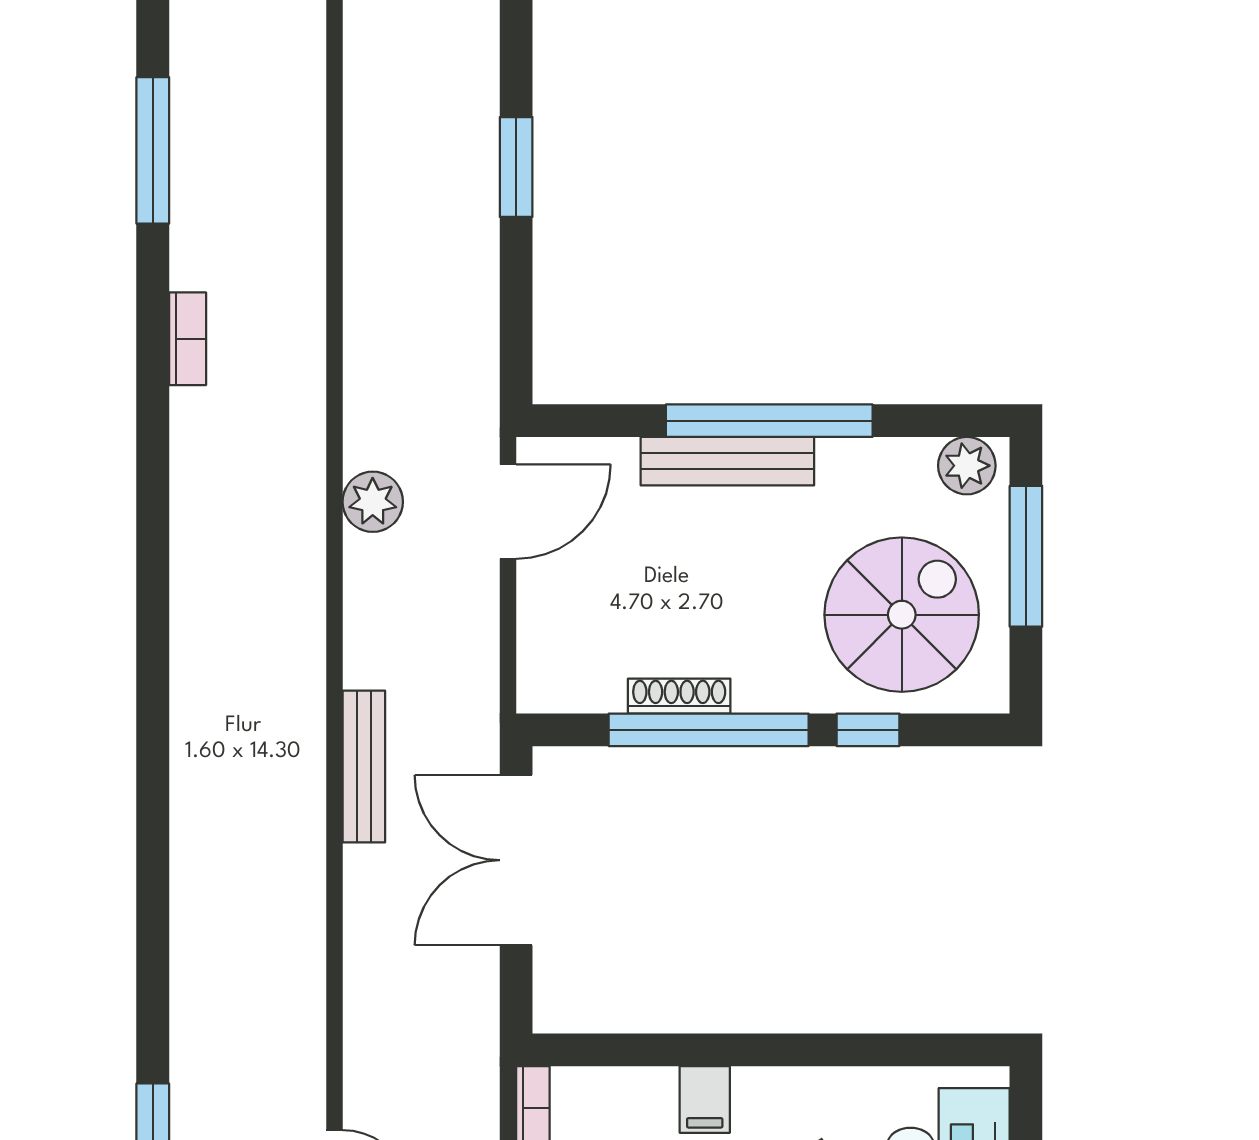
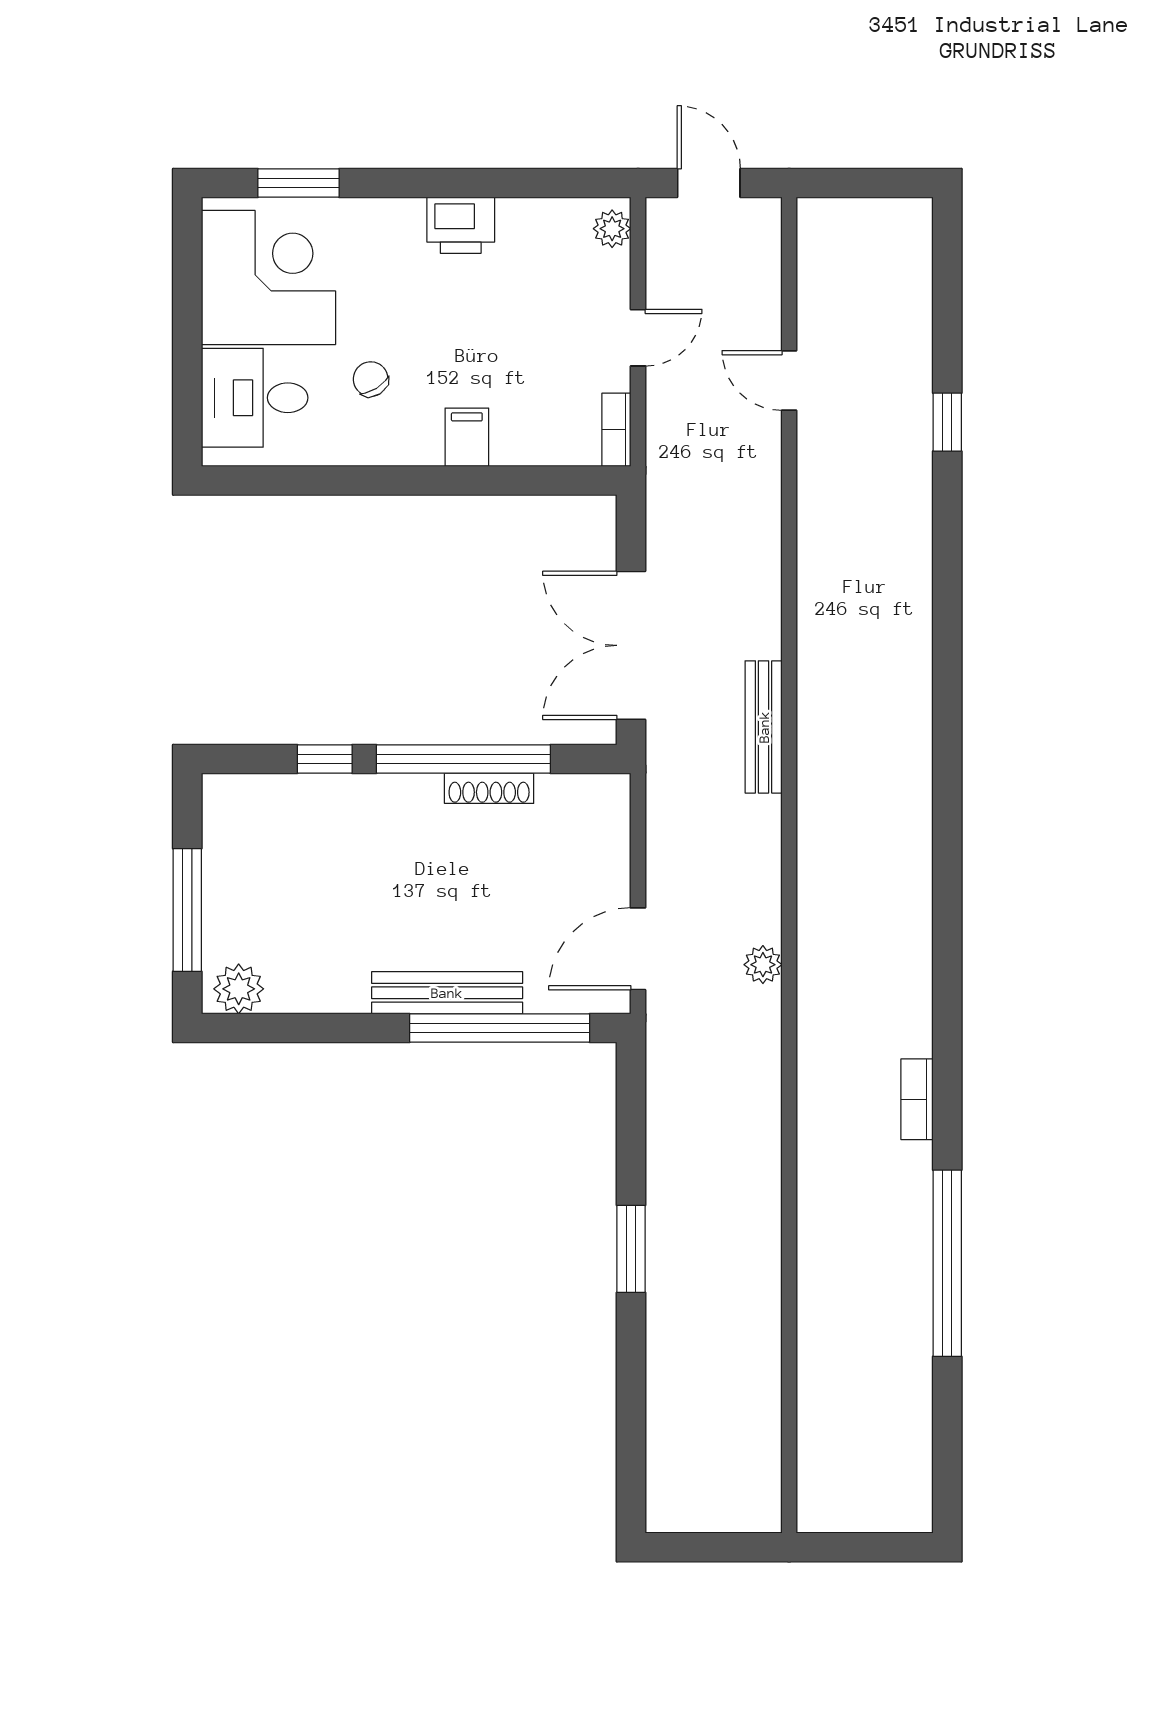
window: (153, 150) -> (947, 1263), width x1.46
window: (769, 421) -> (500, 1028), moved
plant: (373, 502) -> (763, 965), width x0.73, depth x0.73
spiral stairs: (902, 615) -> (295, 859), removed
double door: (516, 860) -> (631, 645), swing flipped

